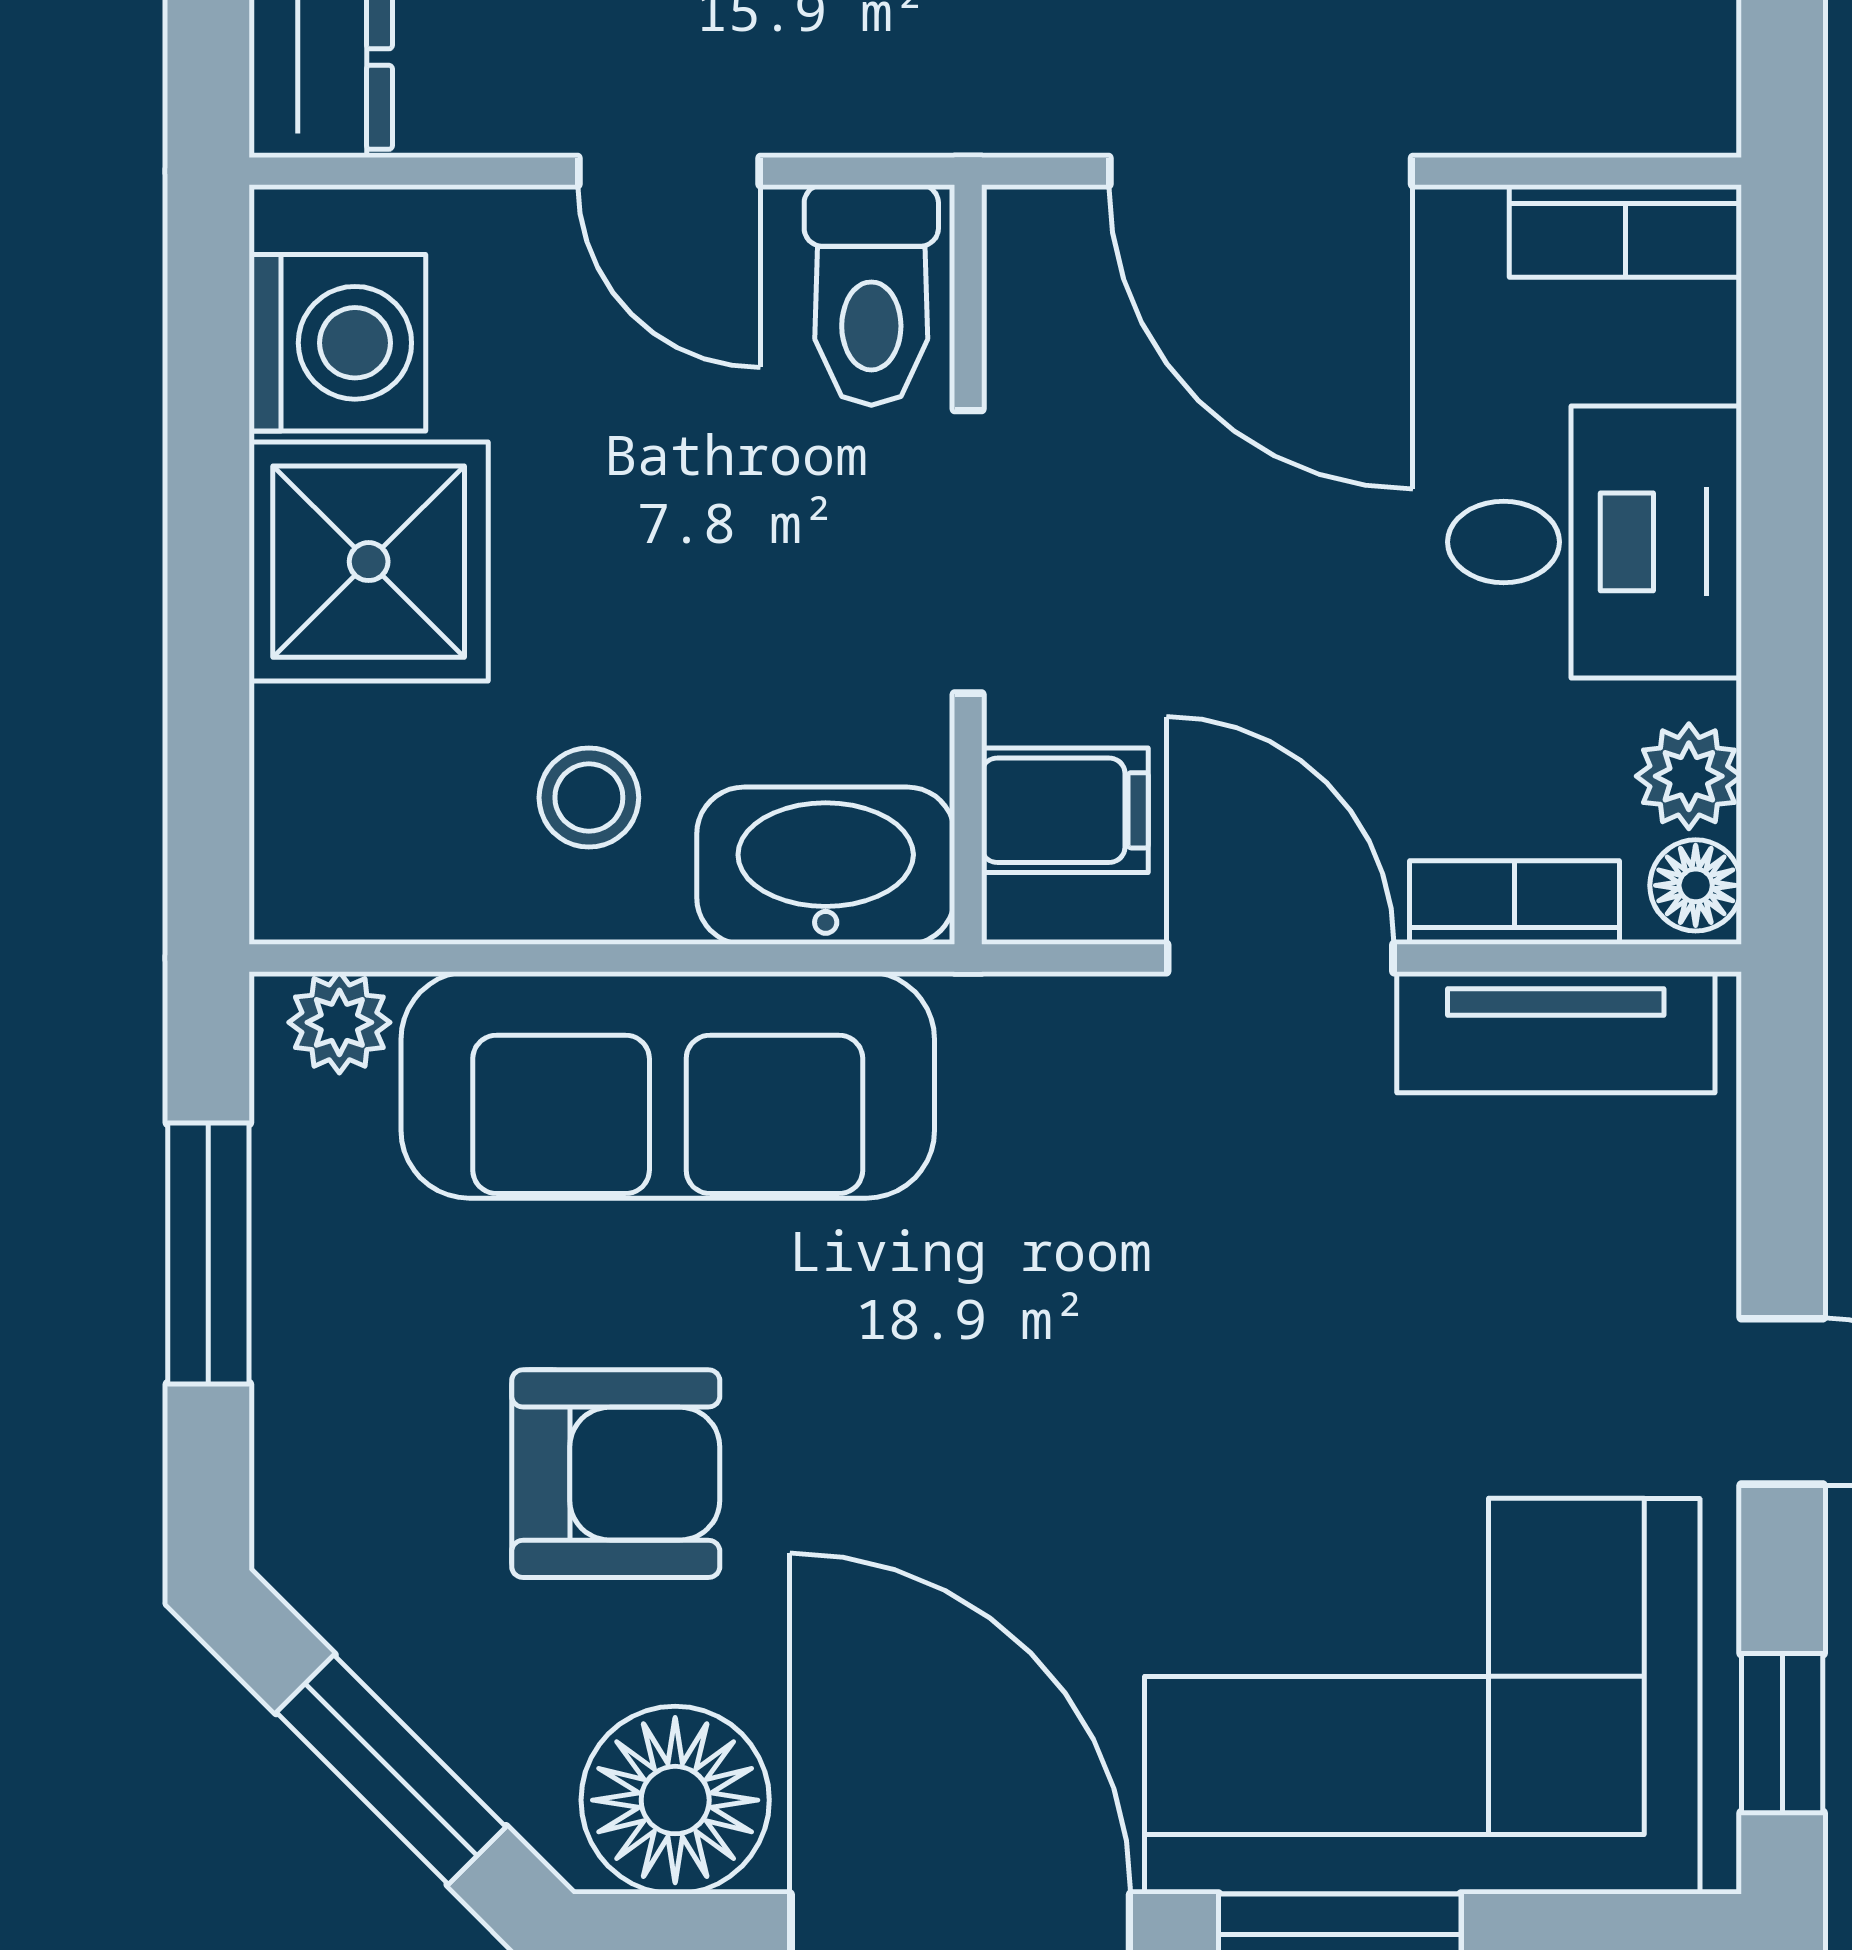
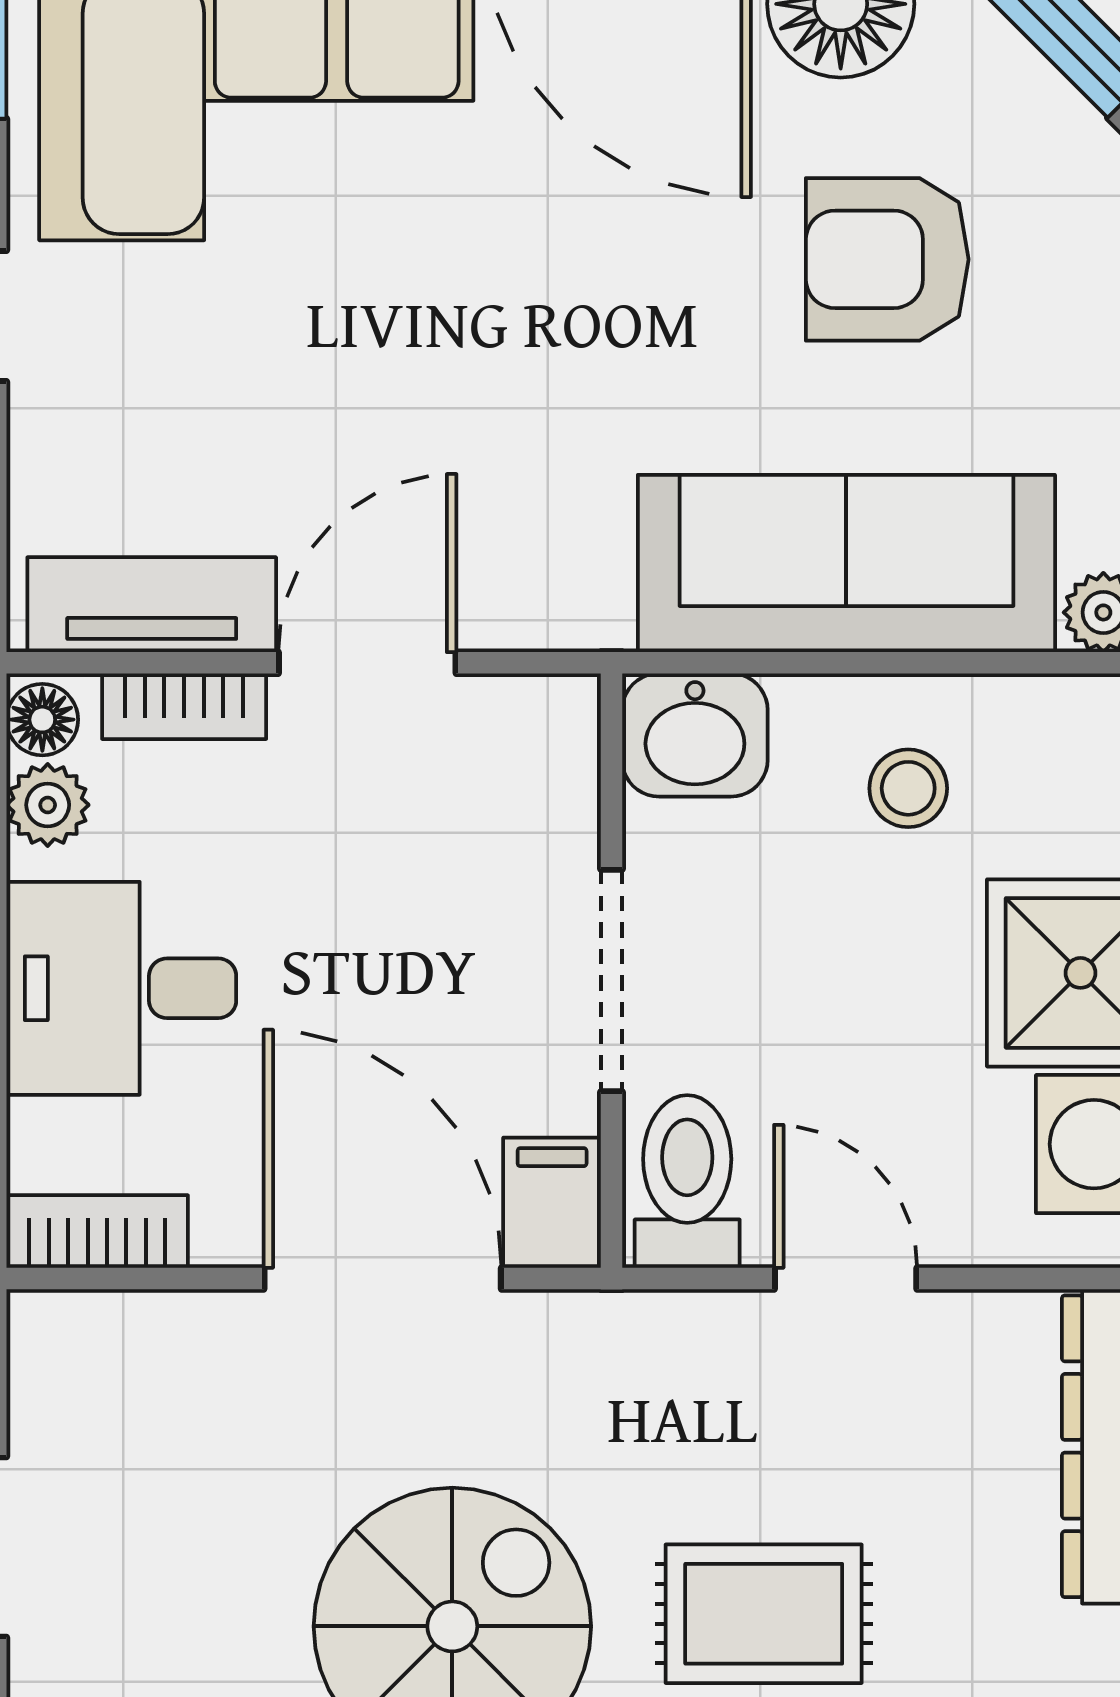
filing cabinet: (1065, 810) -> (552, 1203), moved, turned 90
washbasin: (826, 866) -> (695, 735), width x0.72
door: (1280, 958) -> (367, 663), swing flipped

